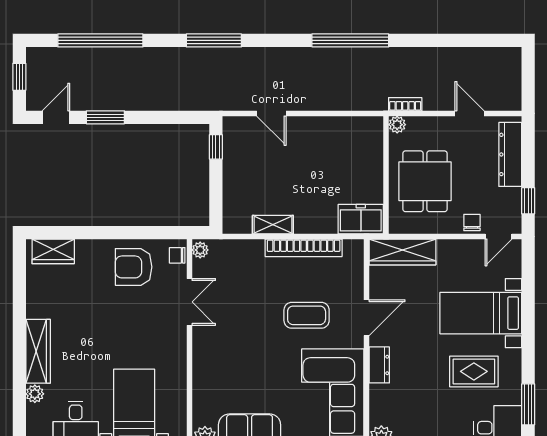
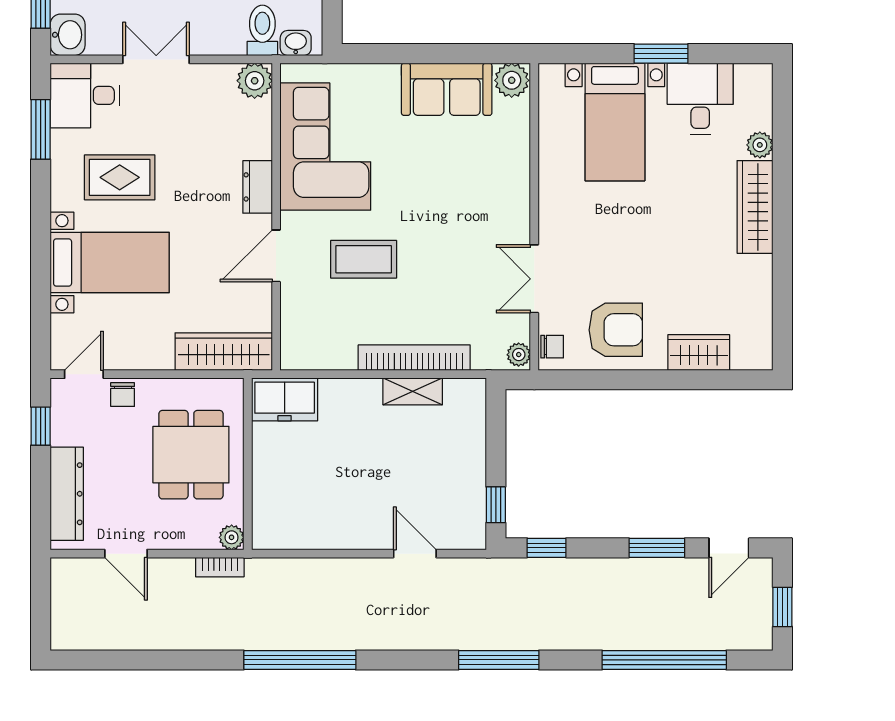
window: (181, 117) -> (547, 548), added
bookcase: (304, 248) -> (414, 358), moved
wardrobe: (53, 251) -> (699, 352), moved

